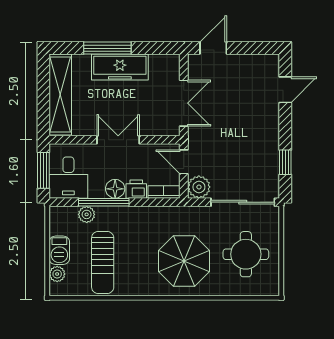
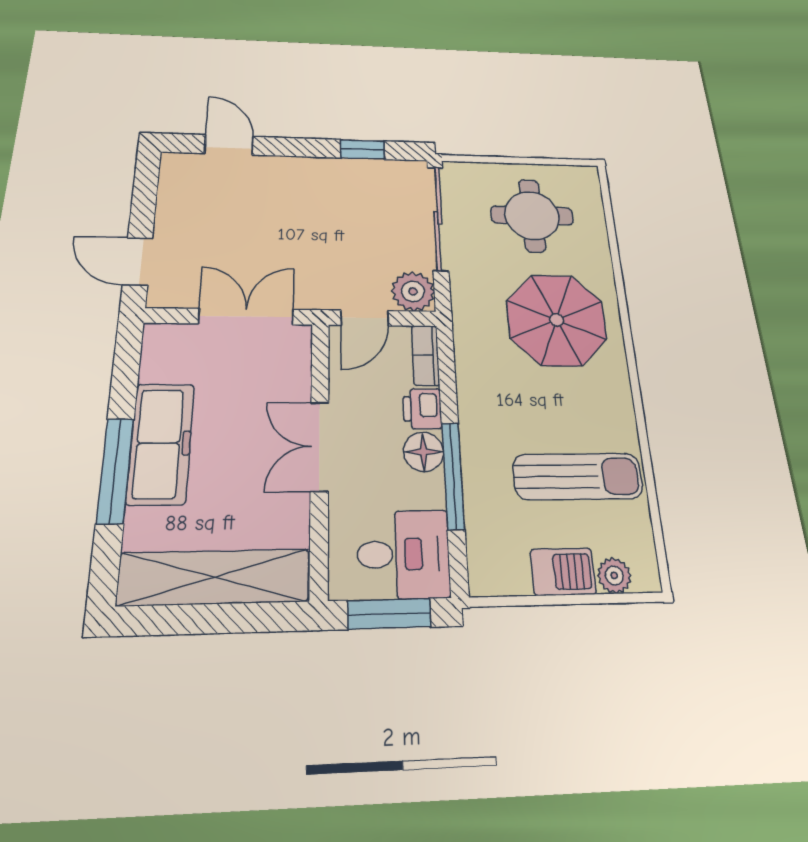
plant: (87, 214) -> (481, 512), removed

